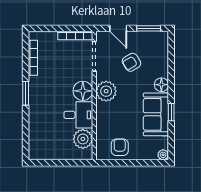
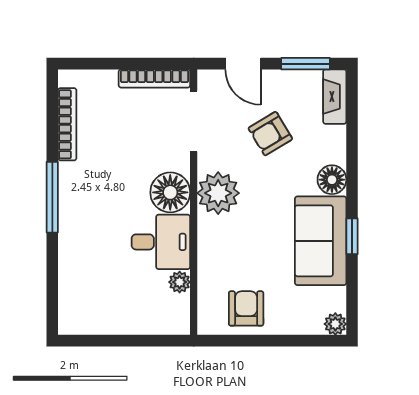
fireplace: (163, 44) -> (335, 97), added
window: (26, 93) -> (52, 197), width x1.44
plant: (83, 139) -> (180, 282), width x0.53, depth x0.53

